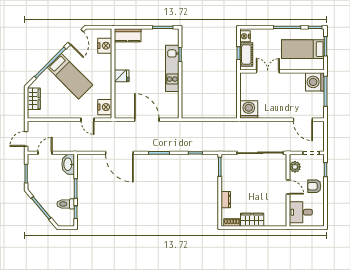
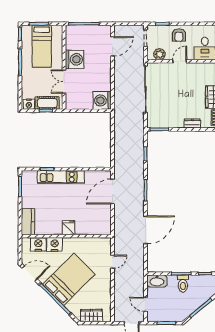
bed: (70, 76) -> (69, 279), width x1.50
washing machine: (315, 82) -> (75, 59), moved, turned -90
nightstand: (105, 107) -> (55, 244), moved
door: (147, 120) -> (112, 192), moved
toilet: (66, 204) -> (183, 284), moved

